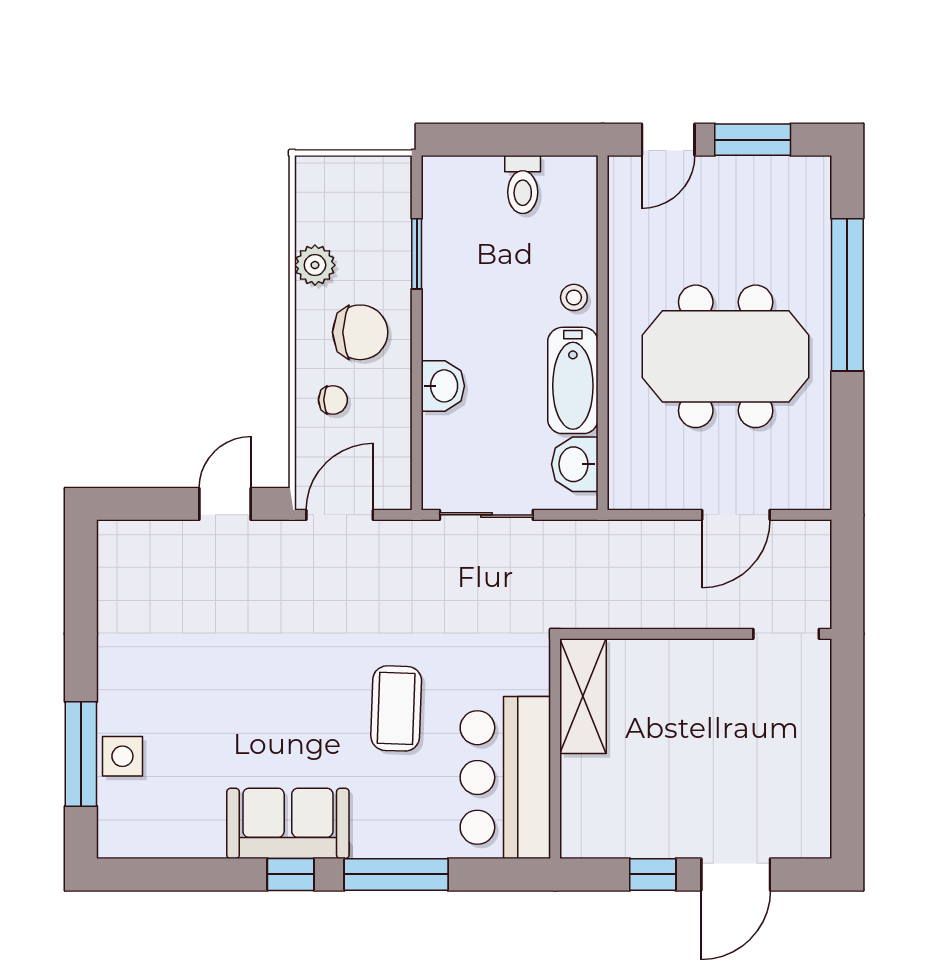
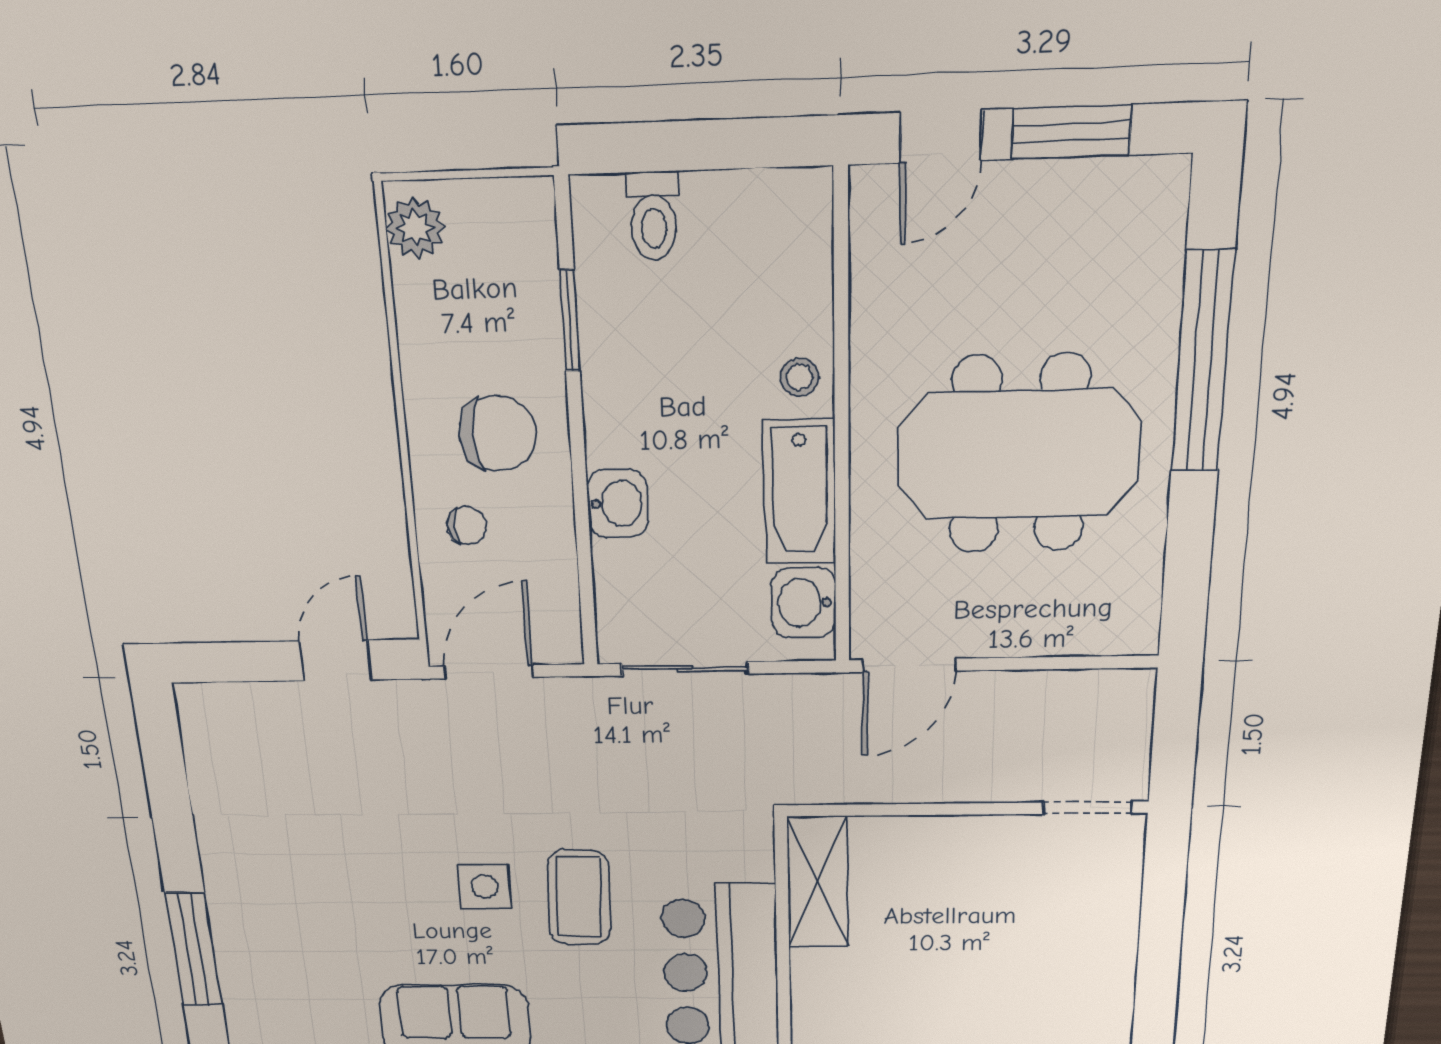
toilet: (523, 185) -> (653, 216), moved
plant: (315, 265) -> (415, 228), moved
door: (736, 515) -> (909, 665), moved
side table: (122, 756) -> (484, 886), moved

